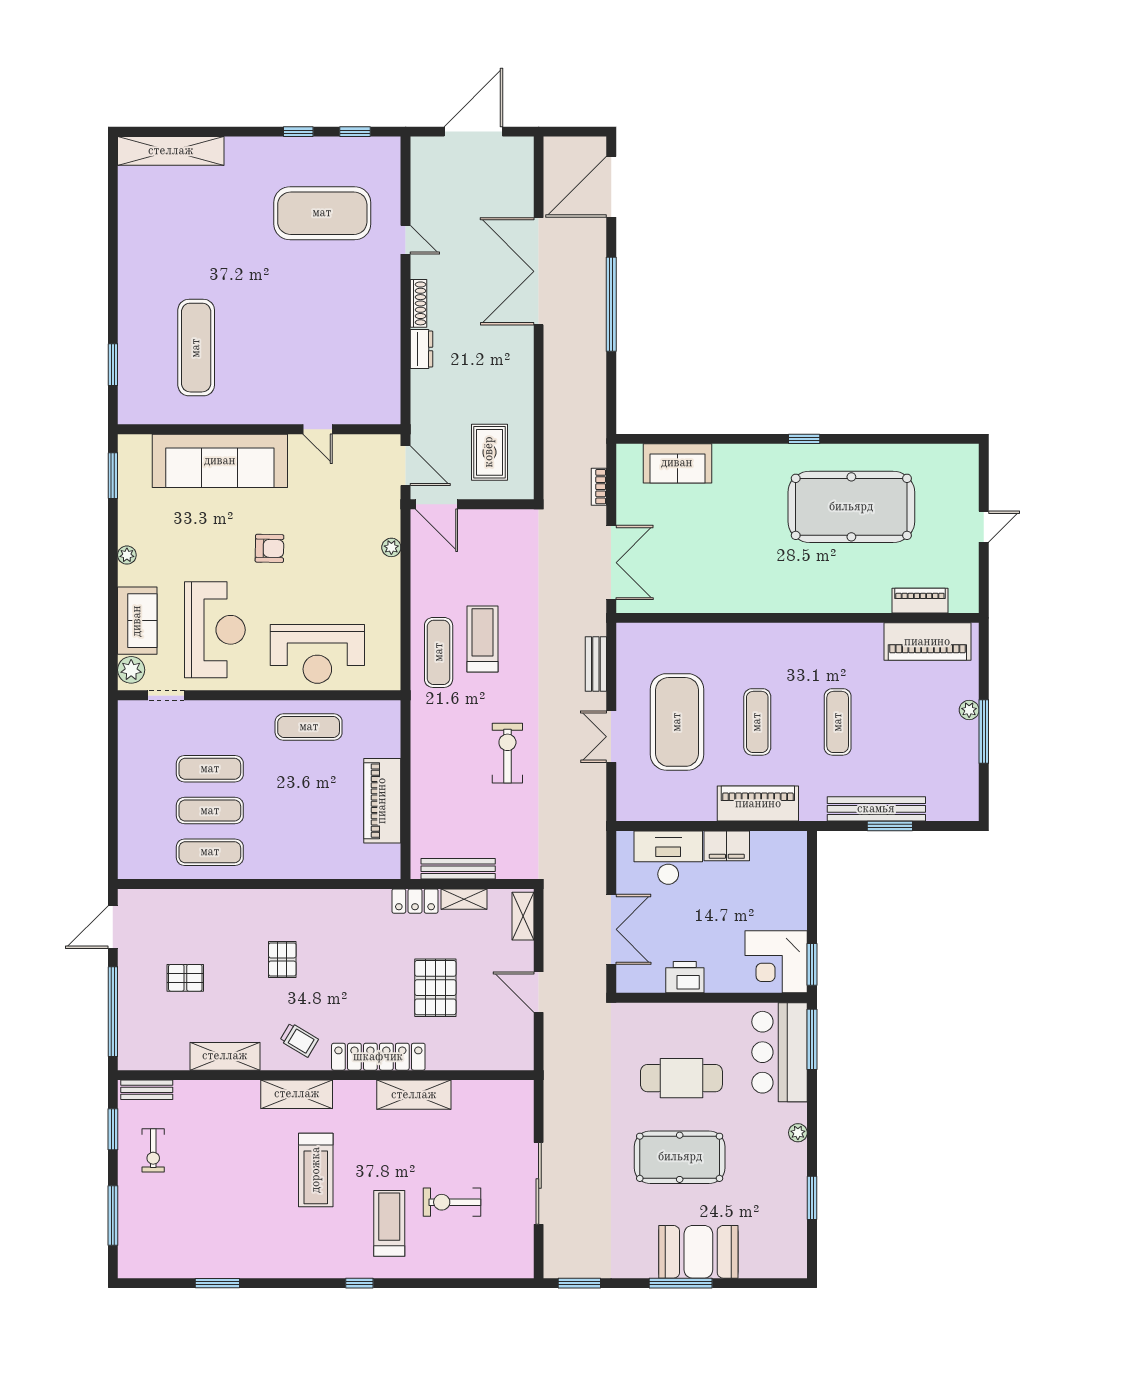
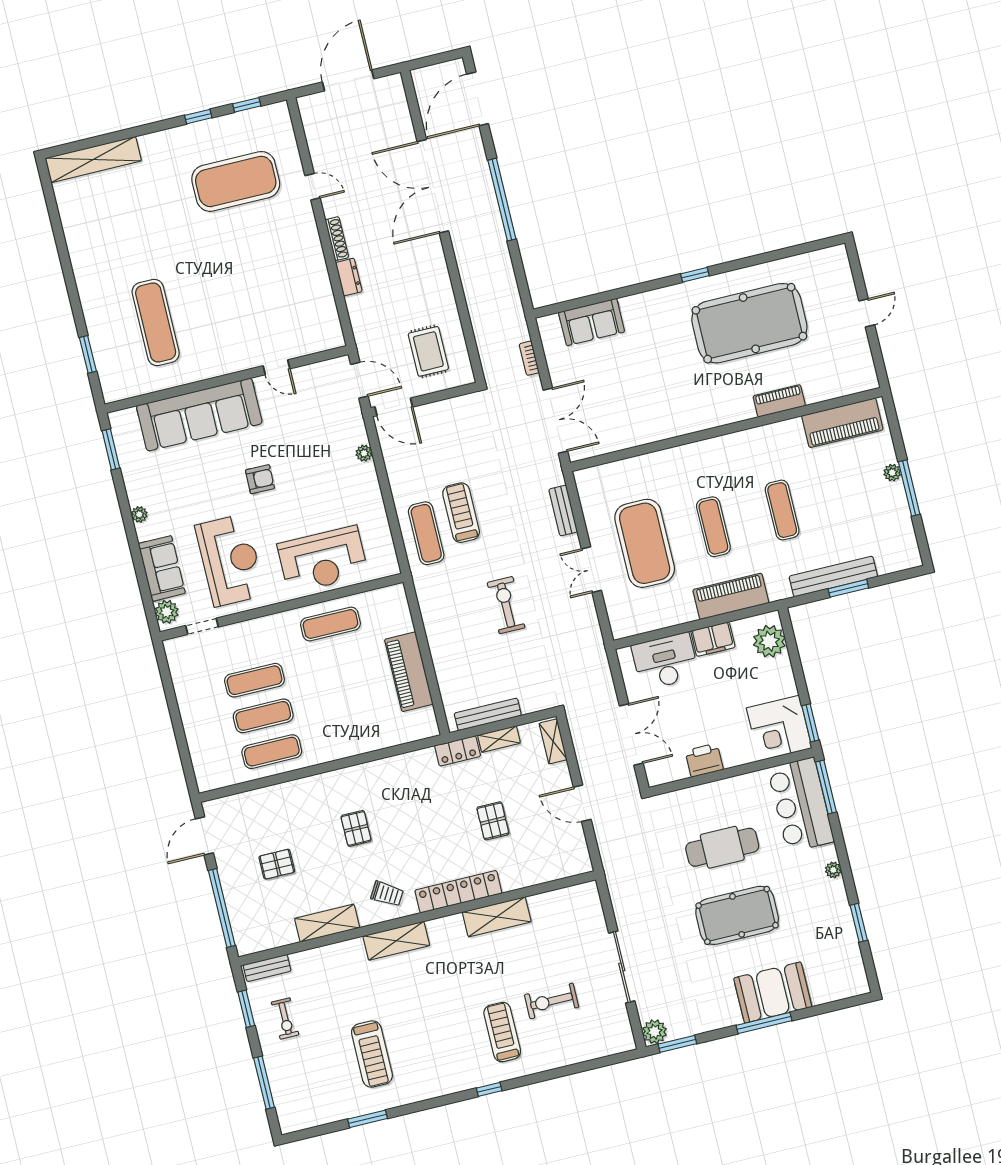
piano: (920, 601) -> (779, 401), moved
plant: (789, 863) -> (769, 641), added
pallet: (435, 988) -> (493, 821), width x0.67, depth x0.71
treadmill: (316, 1170) -> (372, 1054), moved
plant: (557, 1264) -> (655, 1032), added

